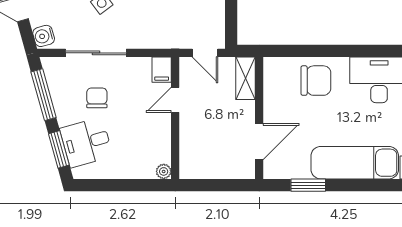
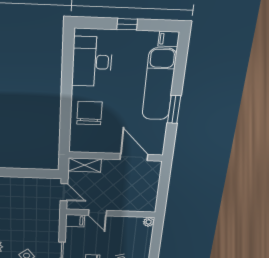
door: (205, 53) -> (64, 192), hinge flipped
window: (308, 185) -> (174, 109), moved

